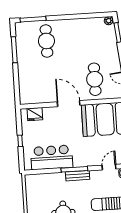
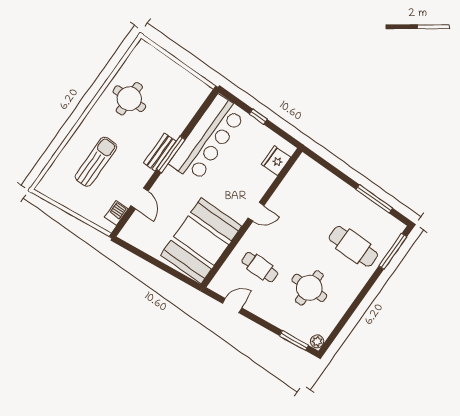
round table: (85, 46) -> (309, 288), added
cafe table: (95, 79) -> (260, 267), width x0.73, depth x0.74
door: (69, 104) -> (256, 212), width x0.53
bar counter: (52, 157) -> (207, 139), width x1.36

